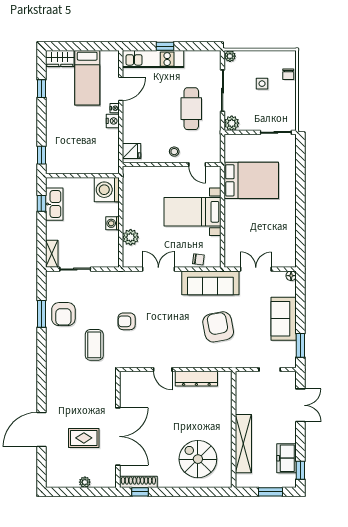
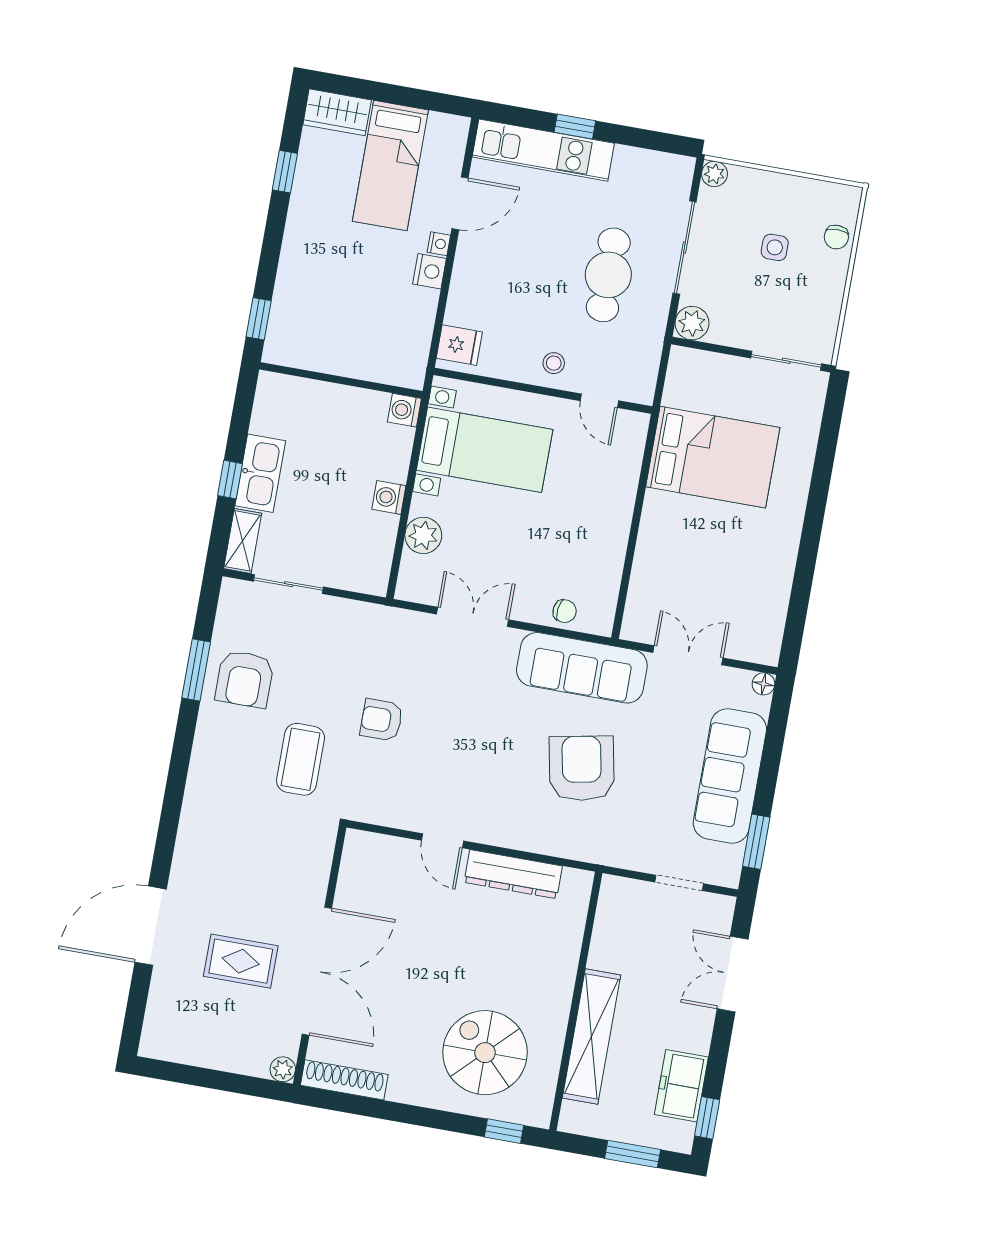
washing machine: (107, 190) -> (404, 410), width x0.53, depth x0.53
window: (41, 203) -> (230, 480), moved
kitchen sink: (54, 204) -> (260, 473), moved
bed with nightstands: (193, 212) -> (485, 450), moved, turned 180
sofa: (284, 319) -> (730, 776), width x1.36
double door: (300, 405) -> (733, 974), swing flipped
plant: (85, 482) -> (283, 1069), moved
window: (140, 492) -> (504, 1131), moved

